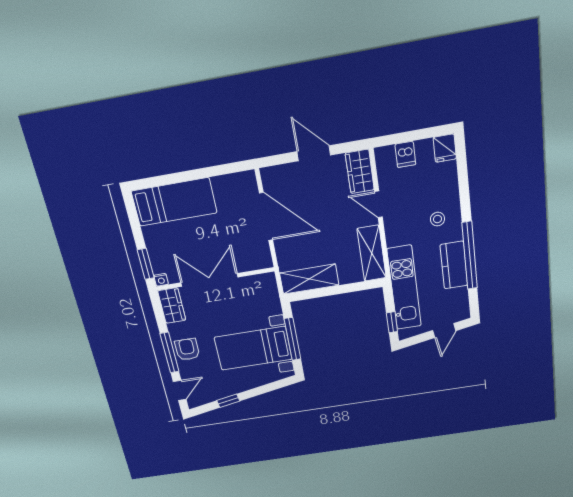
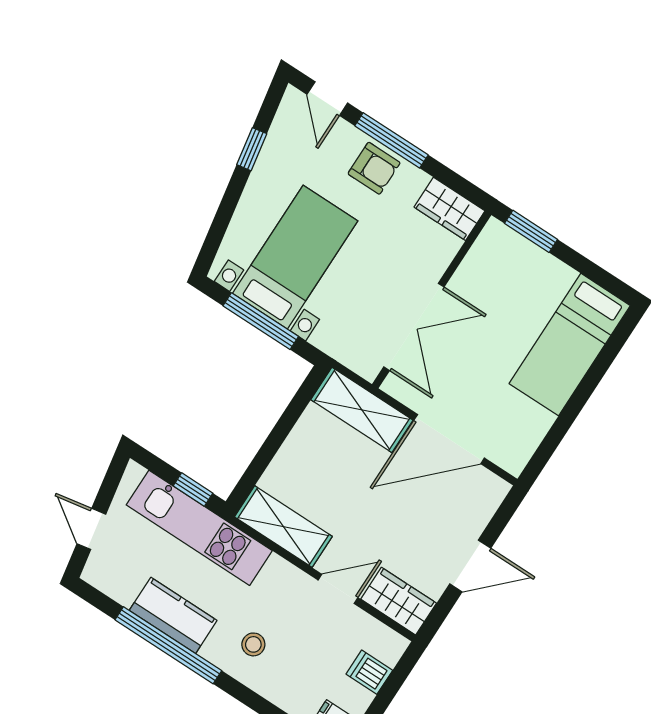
shelving: (309, 279) -> (362, 410), moved, turned 90
nightstand: (161, 280) -> (494, 230), removed
double door: (209, 280) -> (414, 327), moved
window: (392, 322) -> (193, 490), moved

